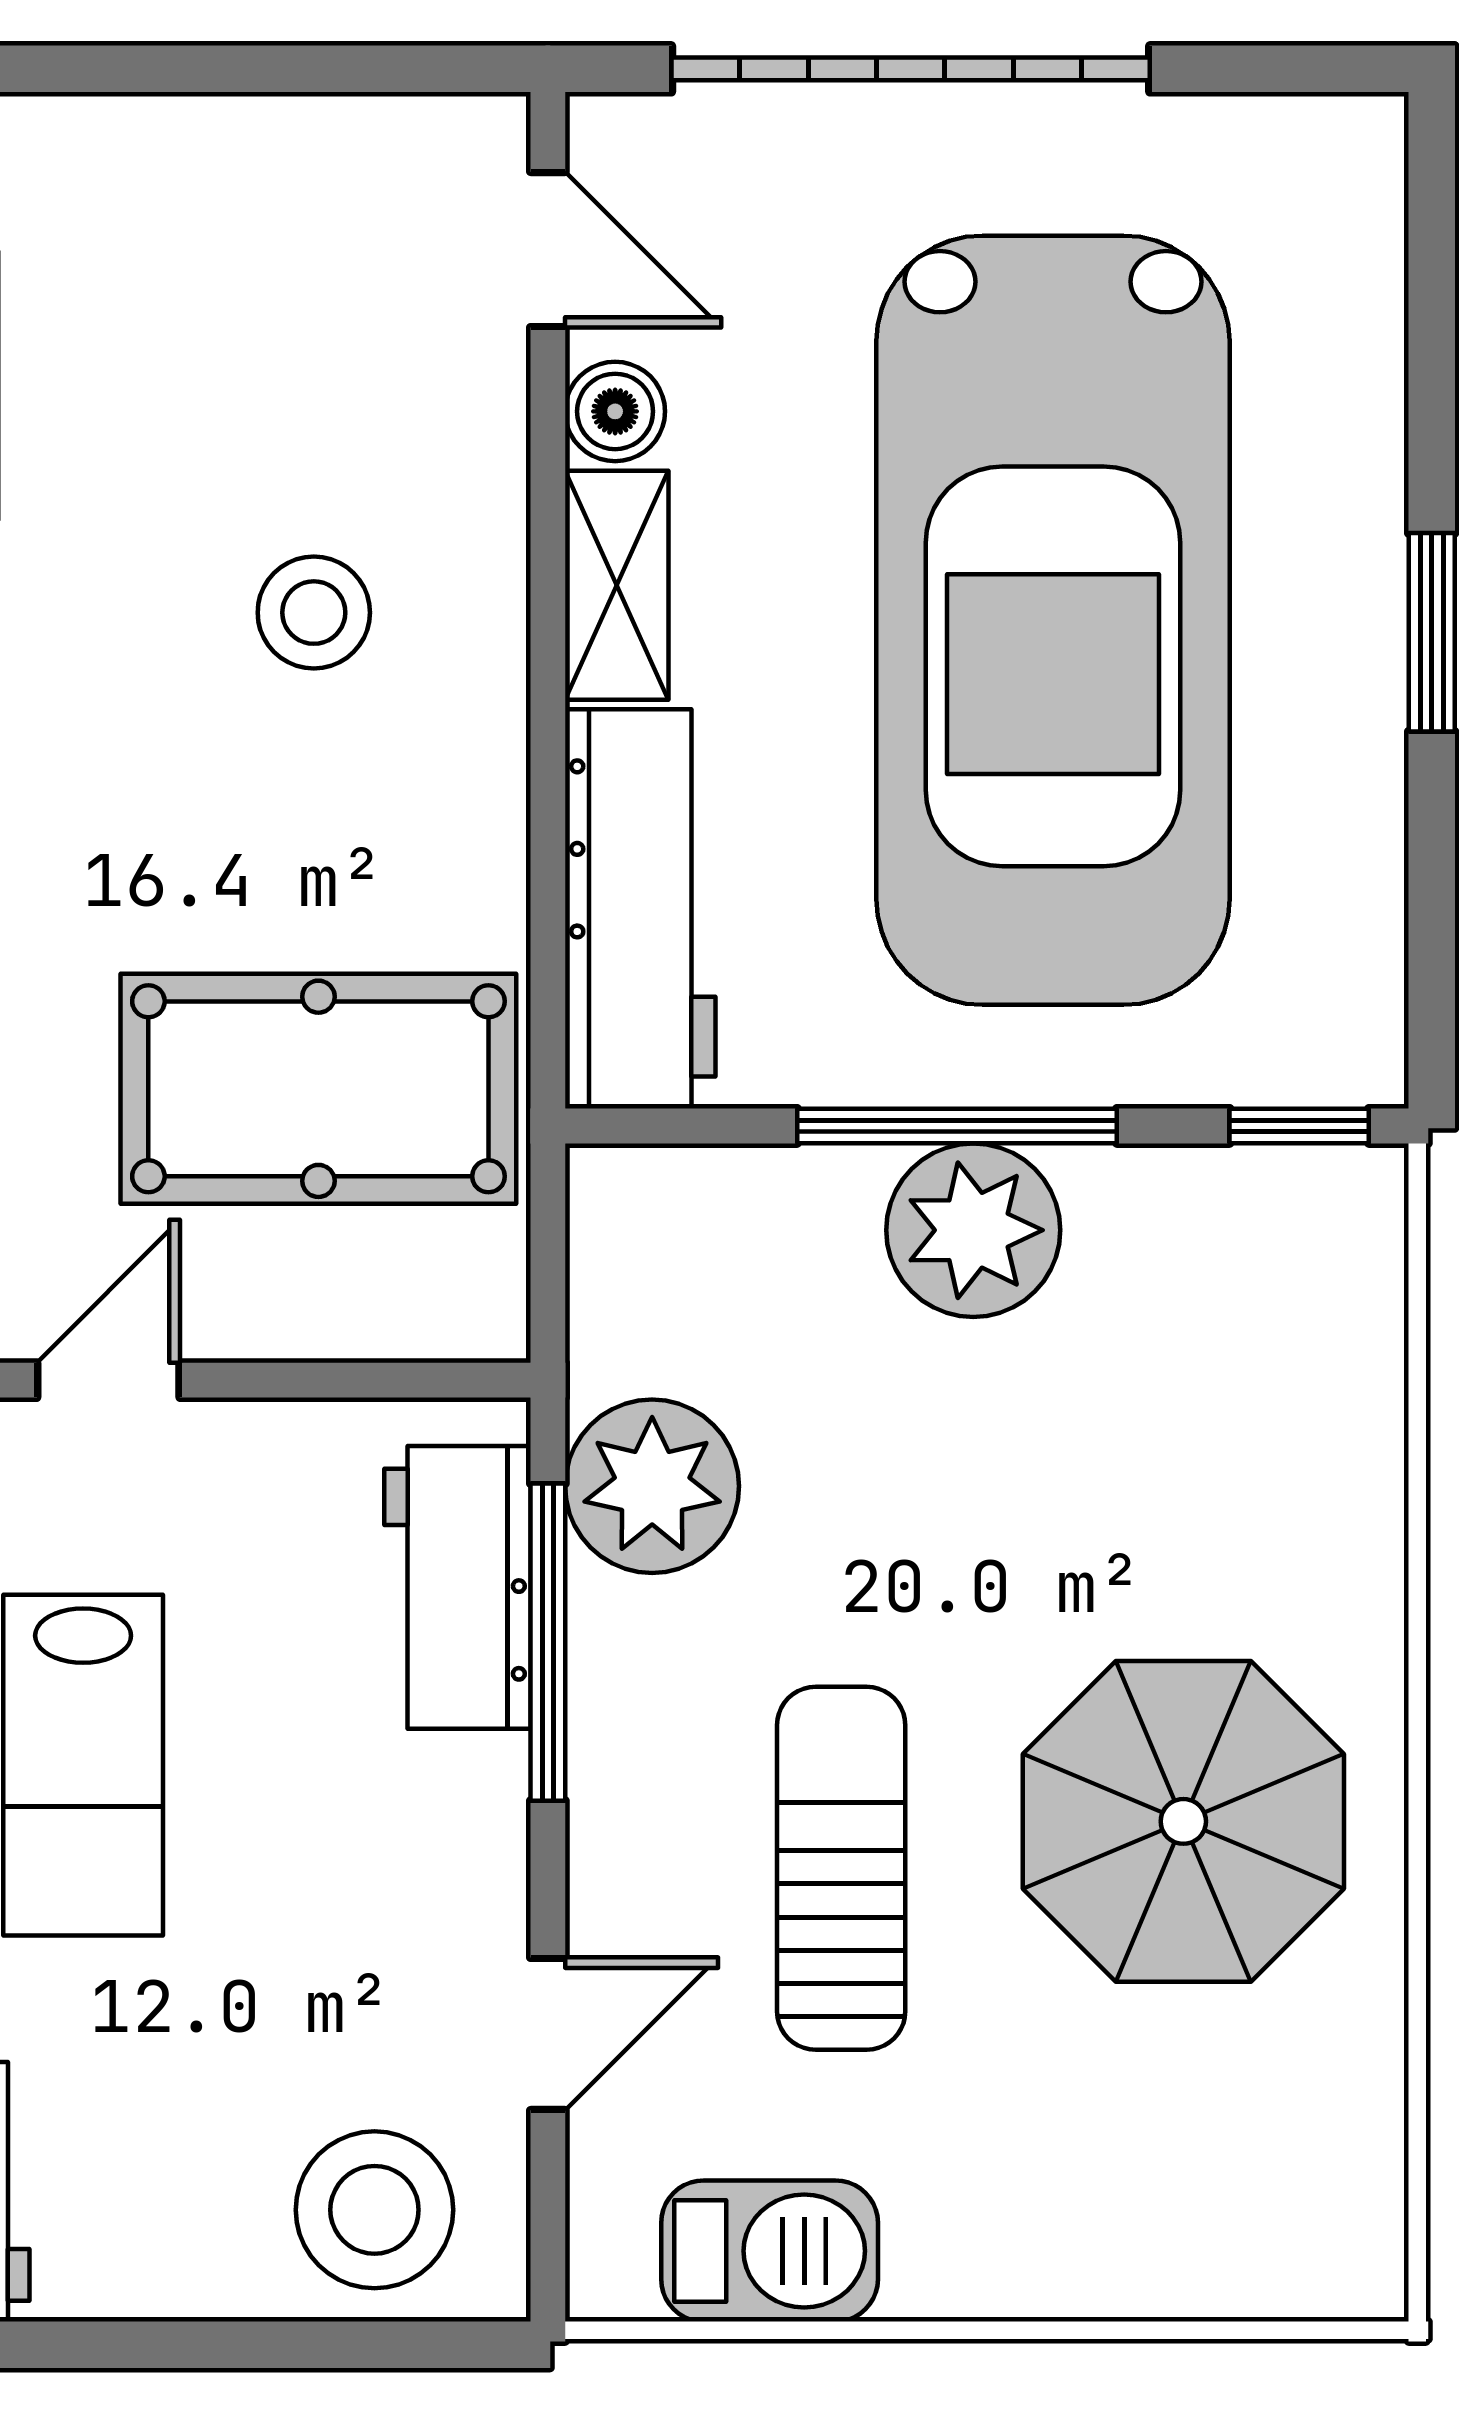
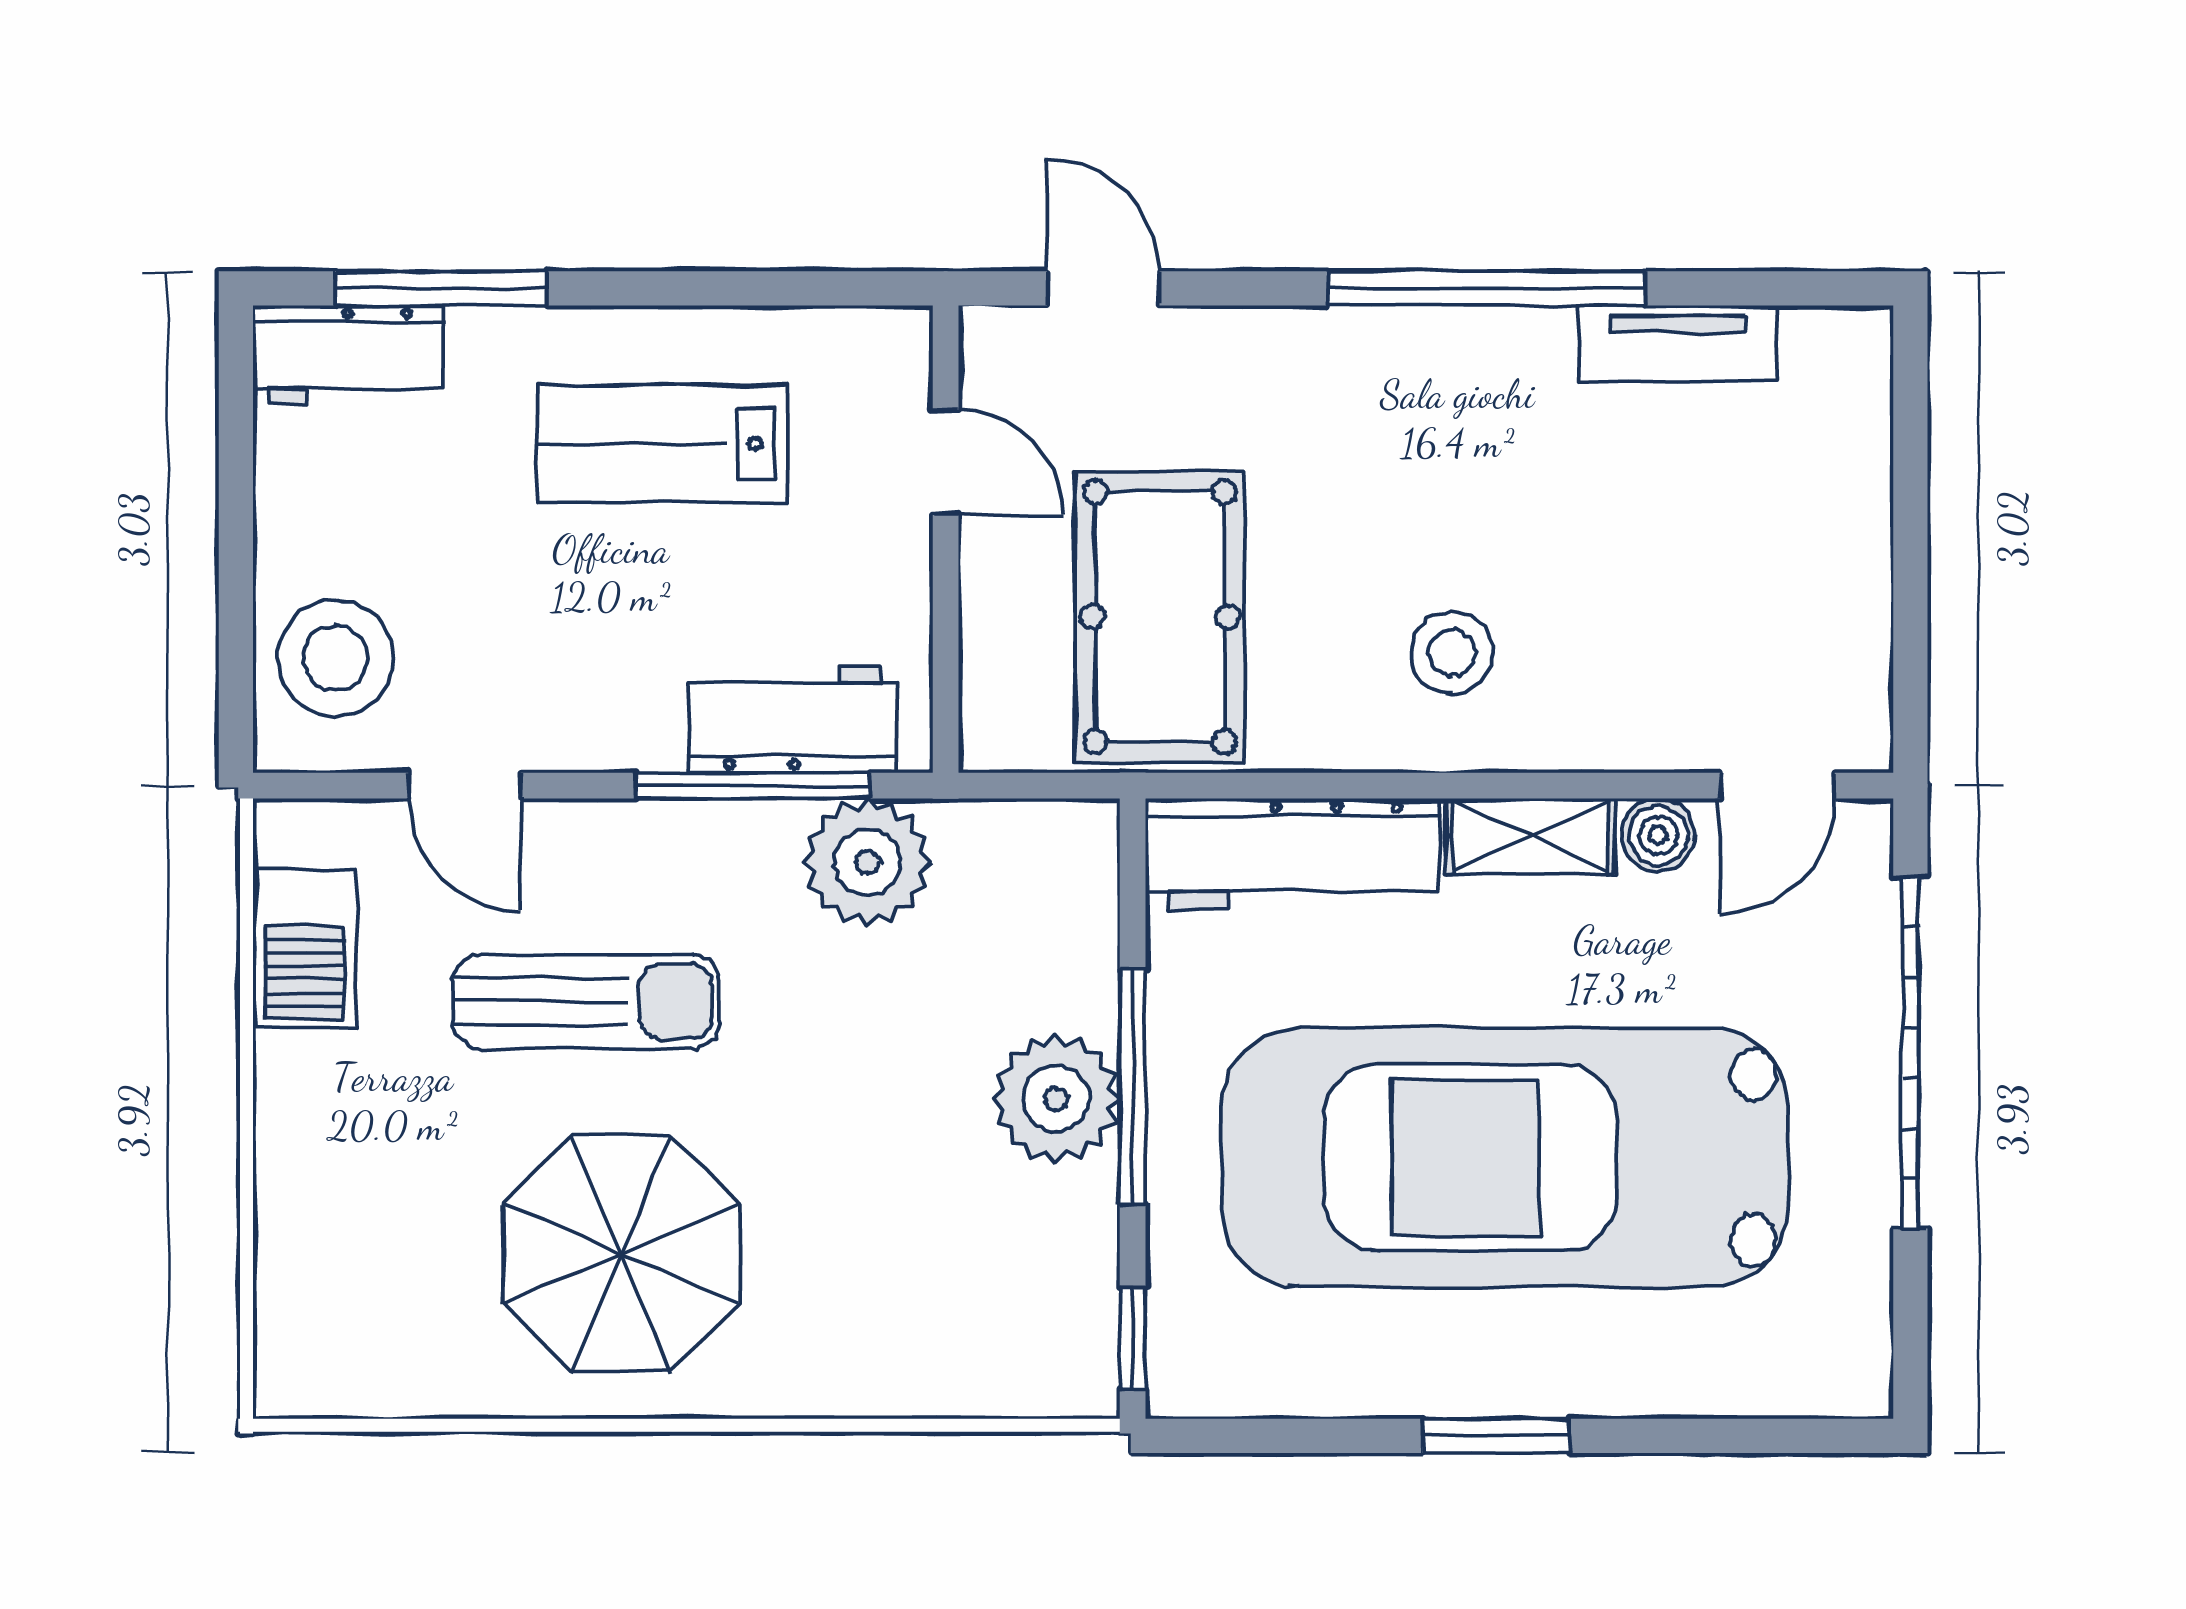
stool: (314, 613) -> (1452, 652), moved

